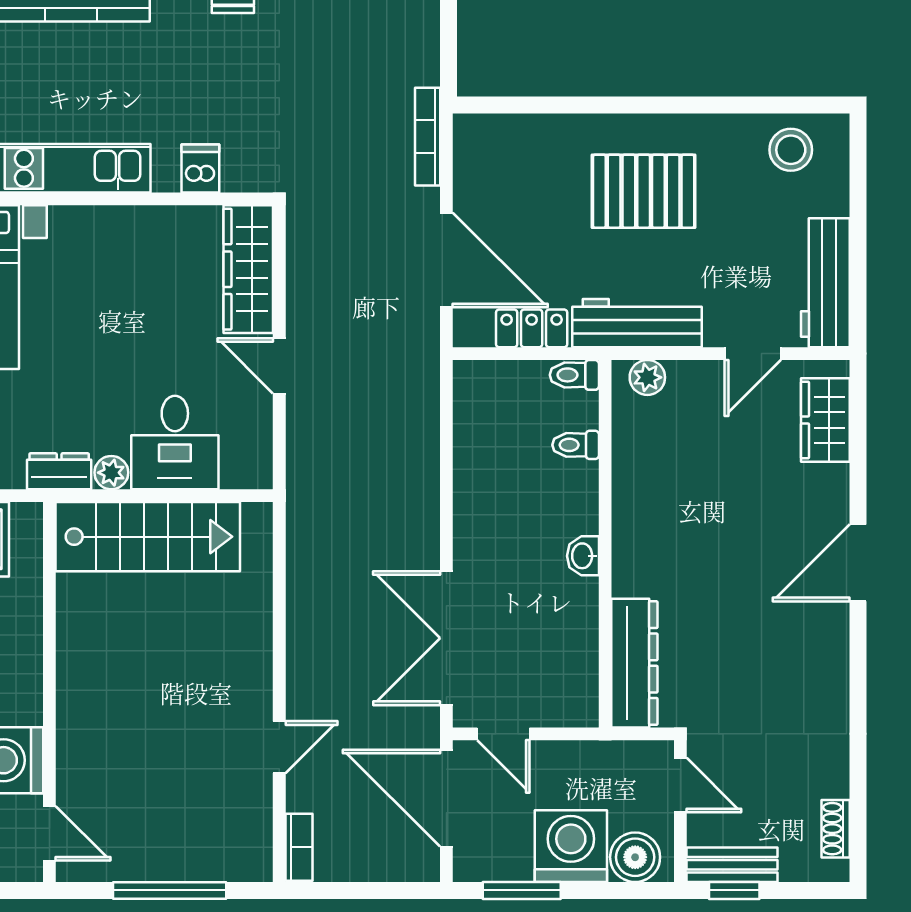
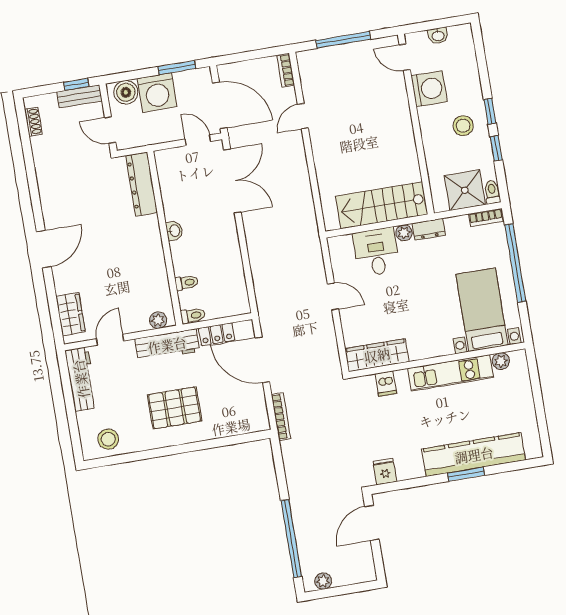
wardrobe: (248, 269) -> (377, 355), moved, turned -90

